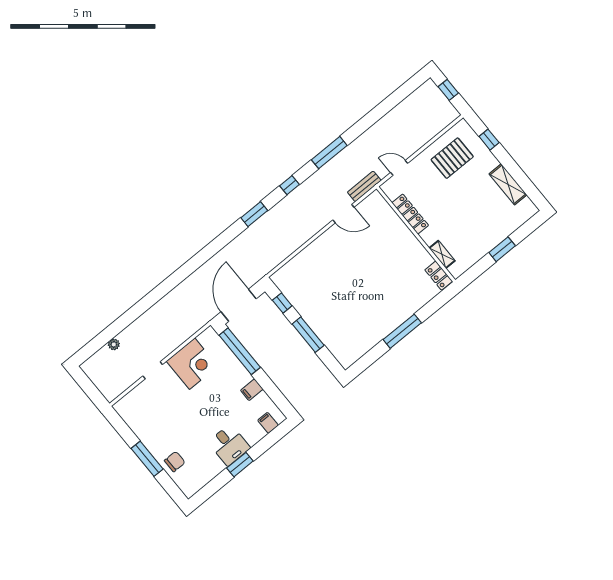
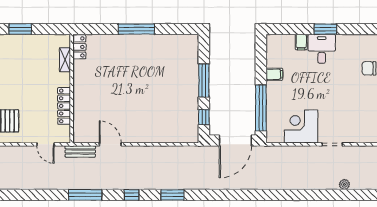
filing cabinet: (268, 423) -> (301, 42), moved

